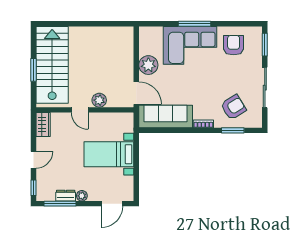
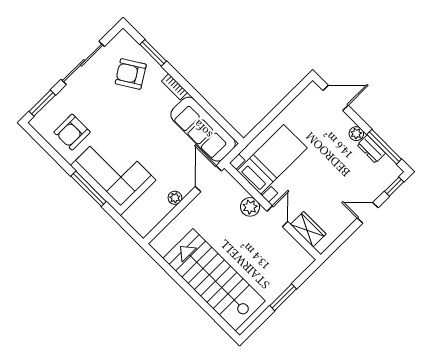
stairs: (52, 65) -> (214, 280), moved, turned 90
plant: (148, 65) -> (175, 198), width x0.53, depth x0.53
wardrobe: (43, 124) -> (308, 229), moved, turned 90
bed with nightstands: (109, 154) -> (272, 159), moved, turned -90

